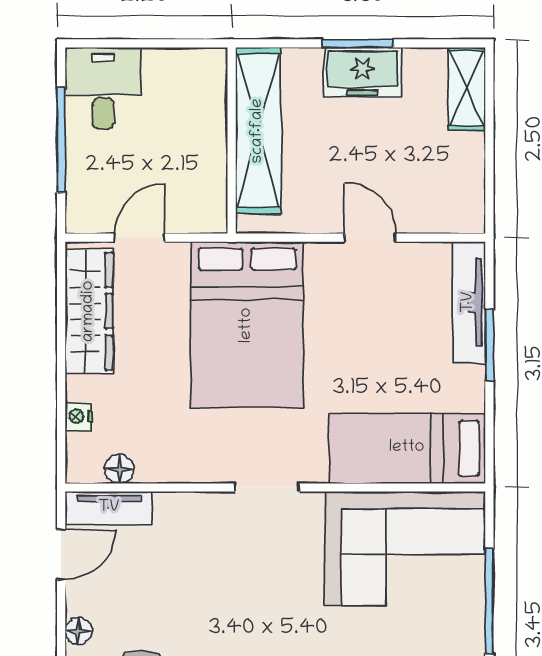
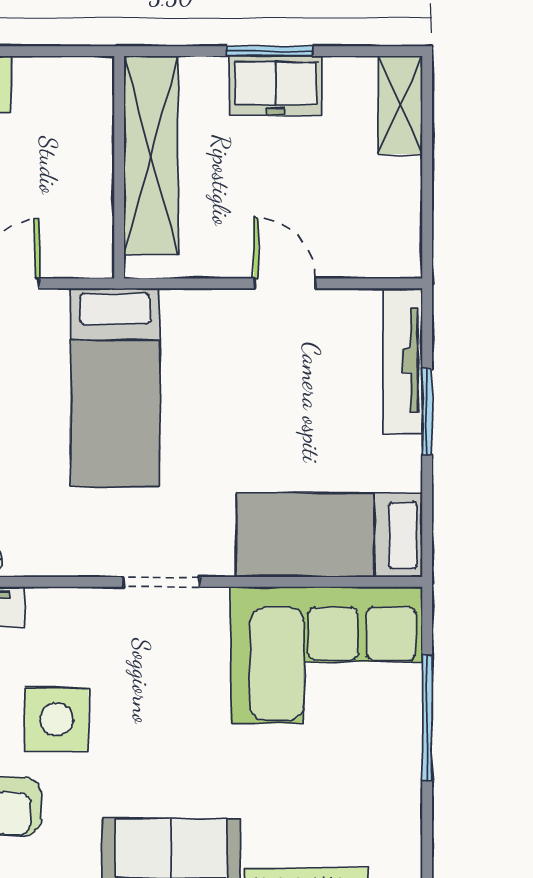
bed: (247, 325) -> (115, 387), width x0.67
side table: (179, 602) -> (56, 719), added

